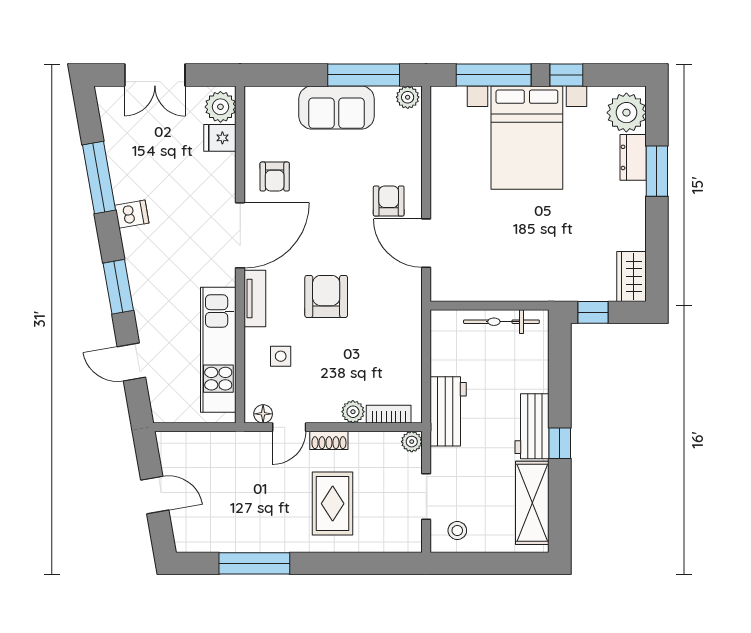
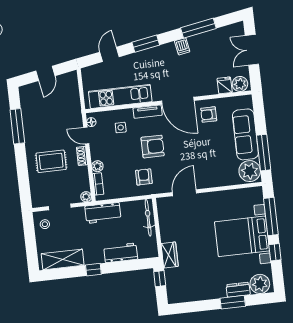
plant: (408, 97) -> (250, 171), width x1.87, depth x1.87
sofa: (336, 107) -> (245, 134), width x1.36
armchair: (389, 201) -> (144, 177), moved, turned -90
wardrobe: (632, 277) -> (170, 255), moved, turned 90
bicycle: (501, 322) -> (148, 218), moved
workbench: (532, 426) -> (121, 253), moved

